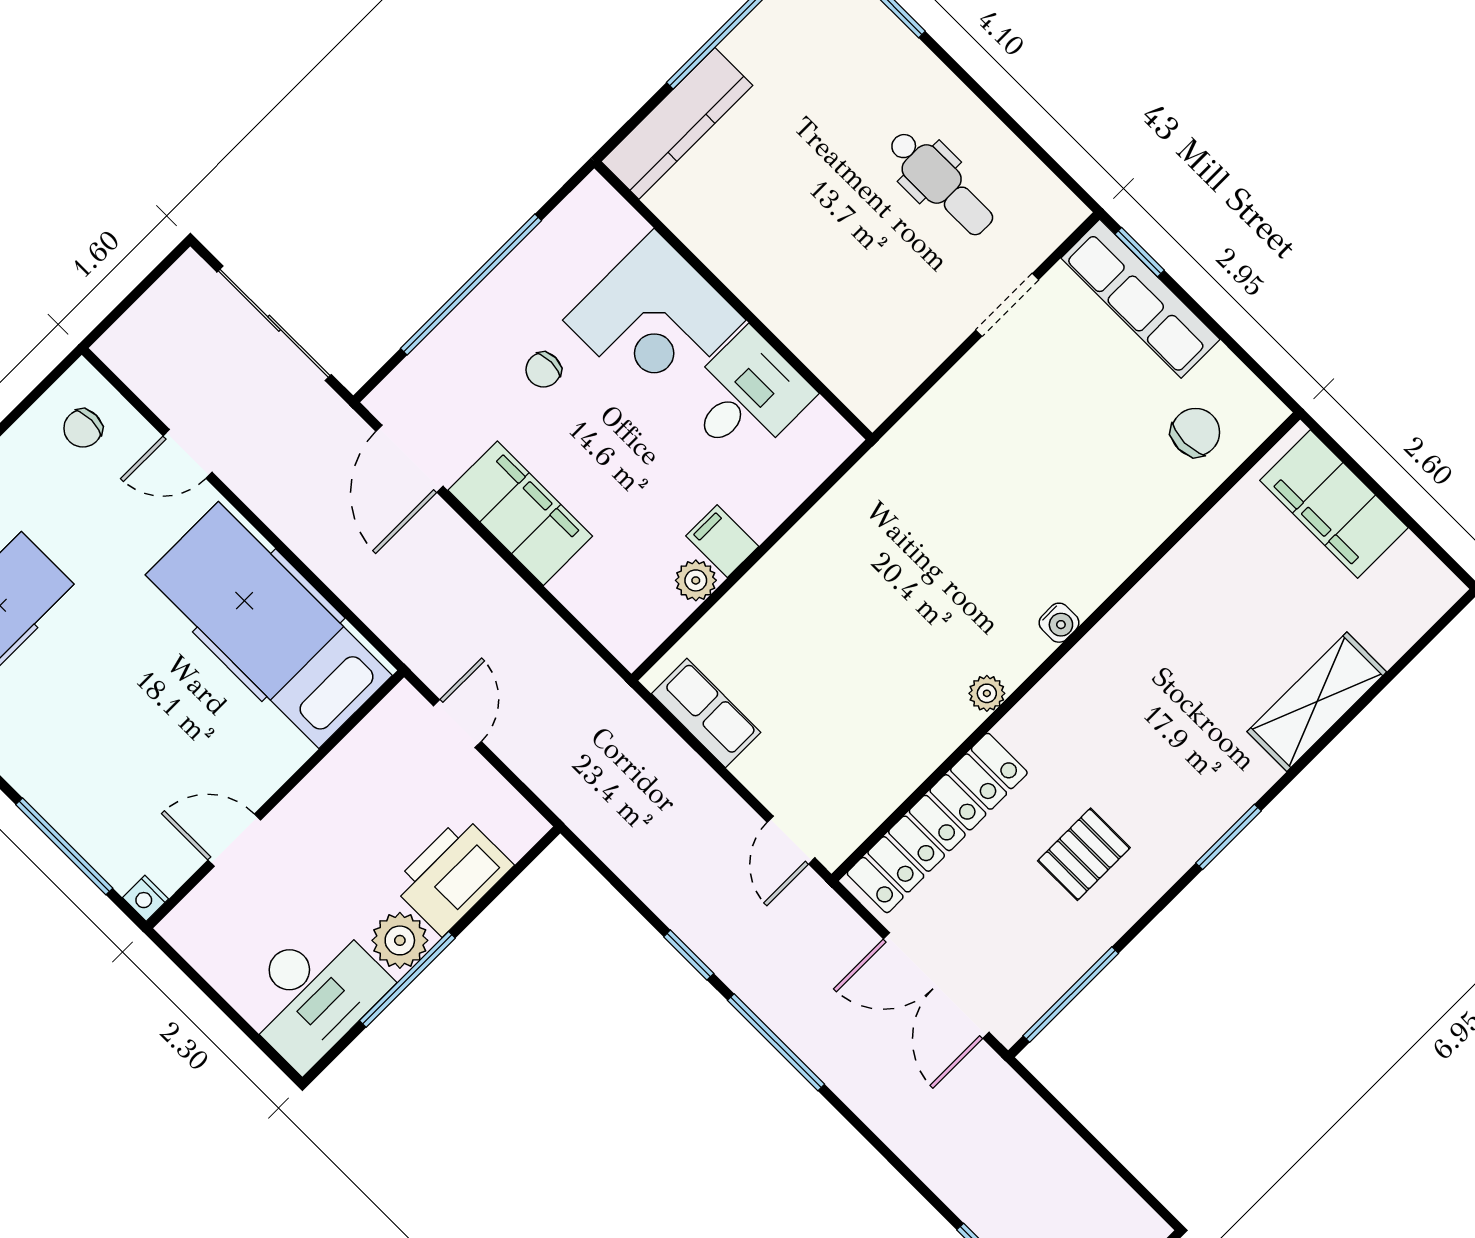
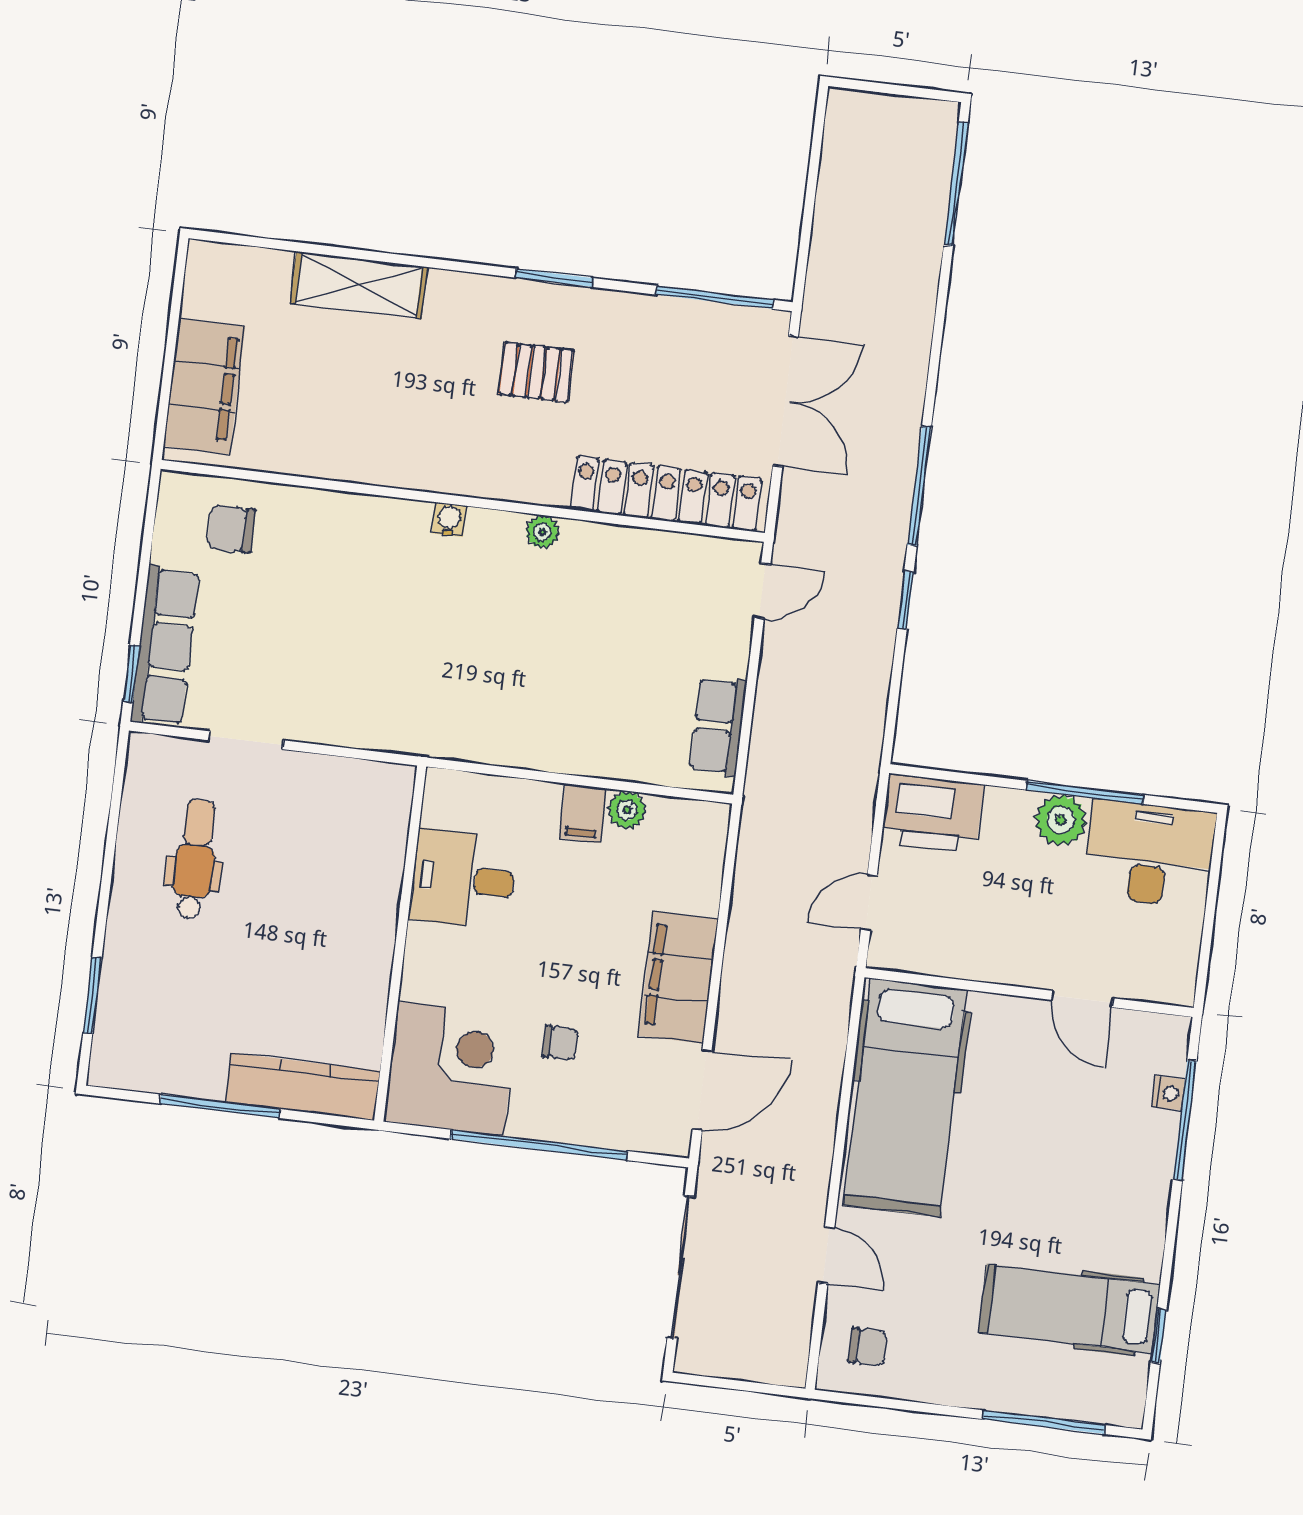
corner desk: (654, 320) -> (451, 1069), moved
window: (1229, 837) -> (555, 278), moved
pallet: (1084, 854) -> (536, 372), moved
printer: (452, 875) -> (932, 813), moved
nightstand: (146, 898) -> (1169, 1093), moved

